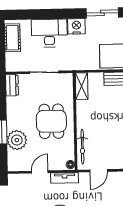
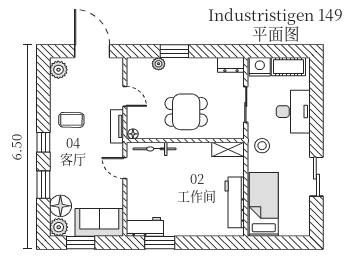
nightstand: (76, 26) -> (260, 67), moved, turned -90
stool: (78, 58) -> (262, 146), added
plant: (17, 140) -> (159, 64), width x0.53, depth x0.53

